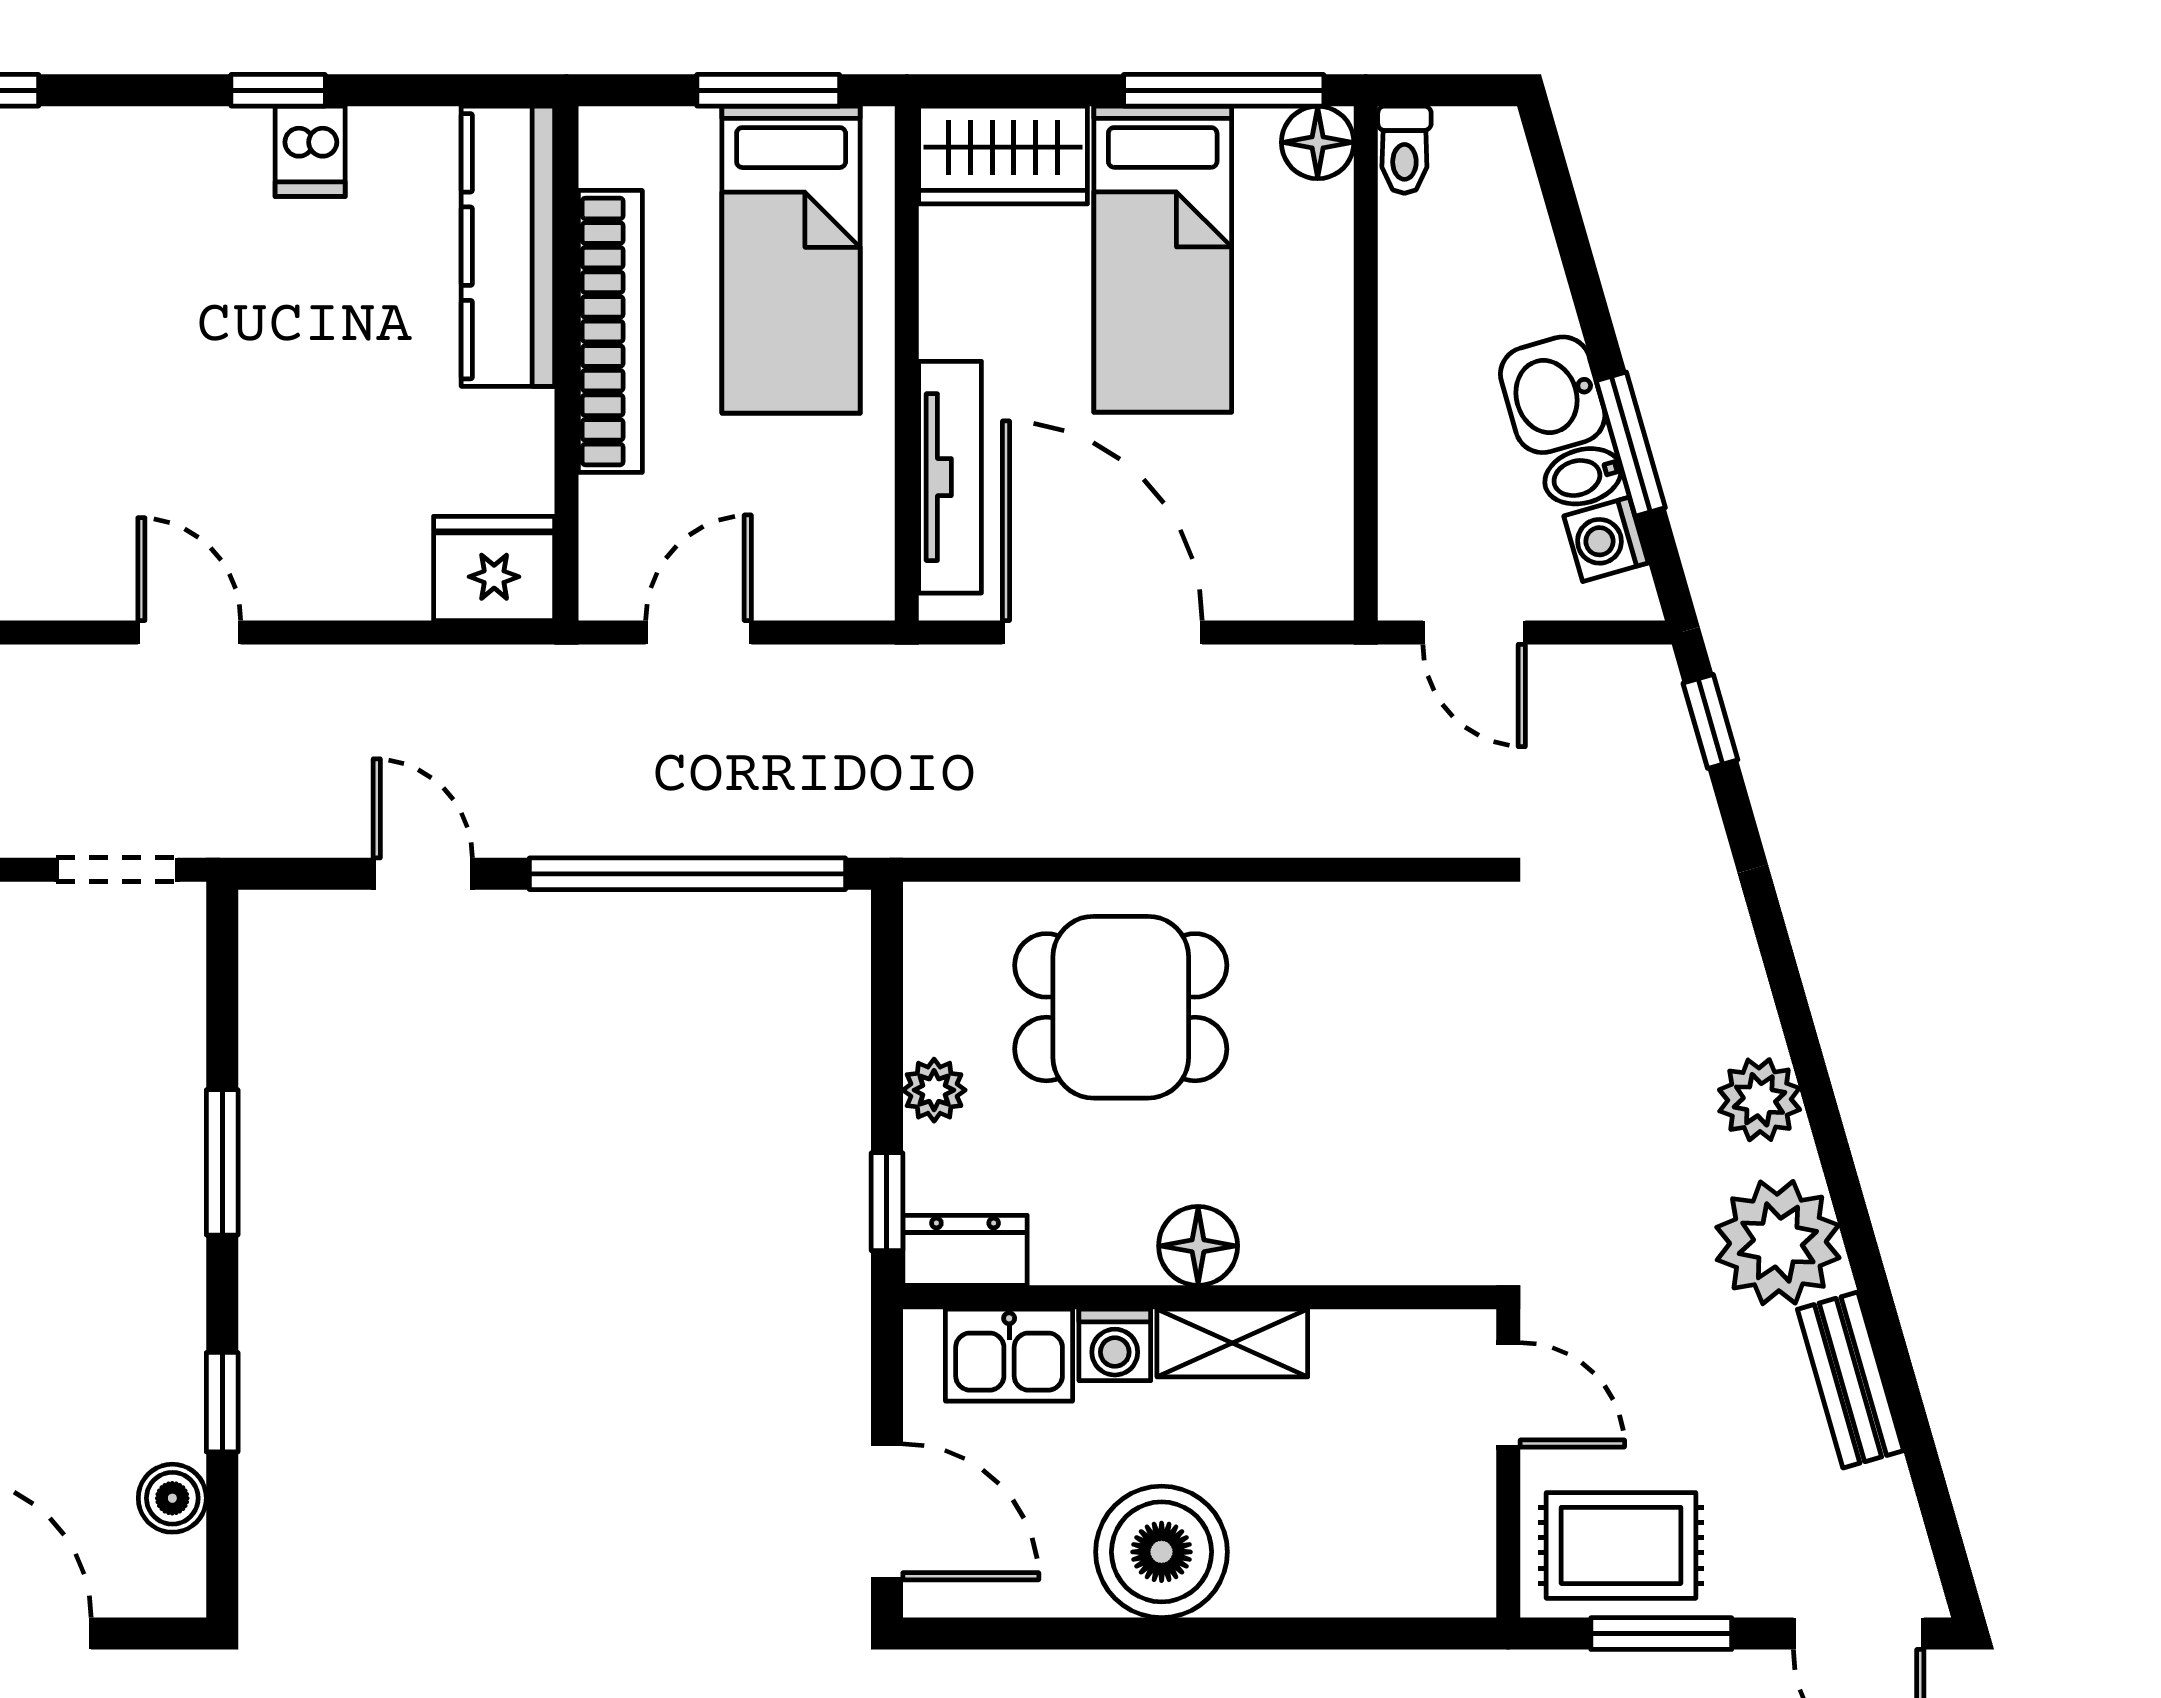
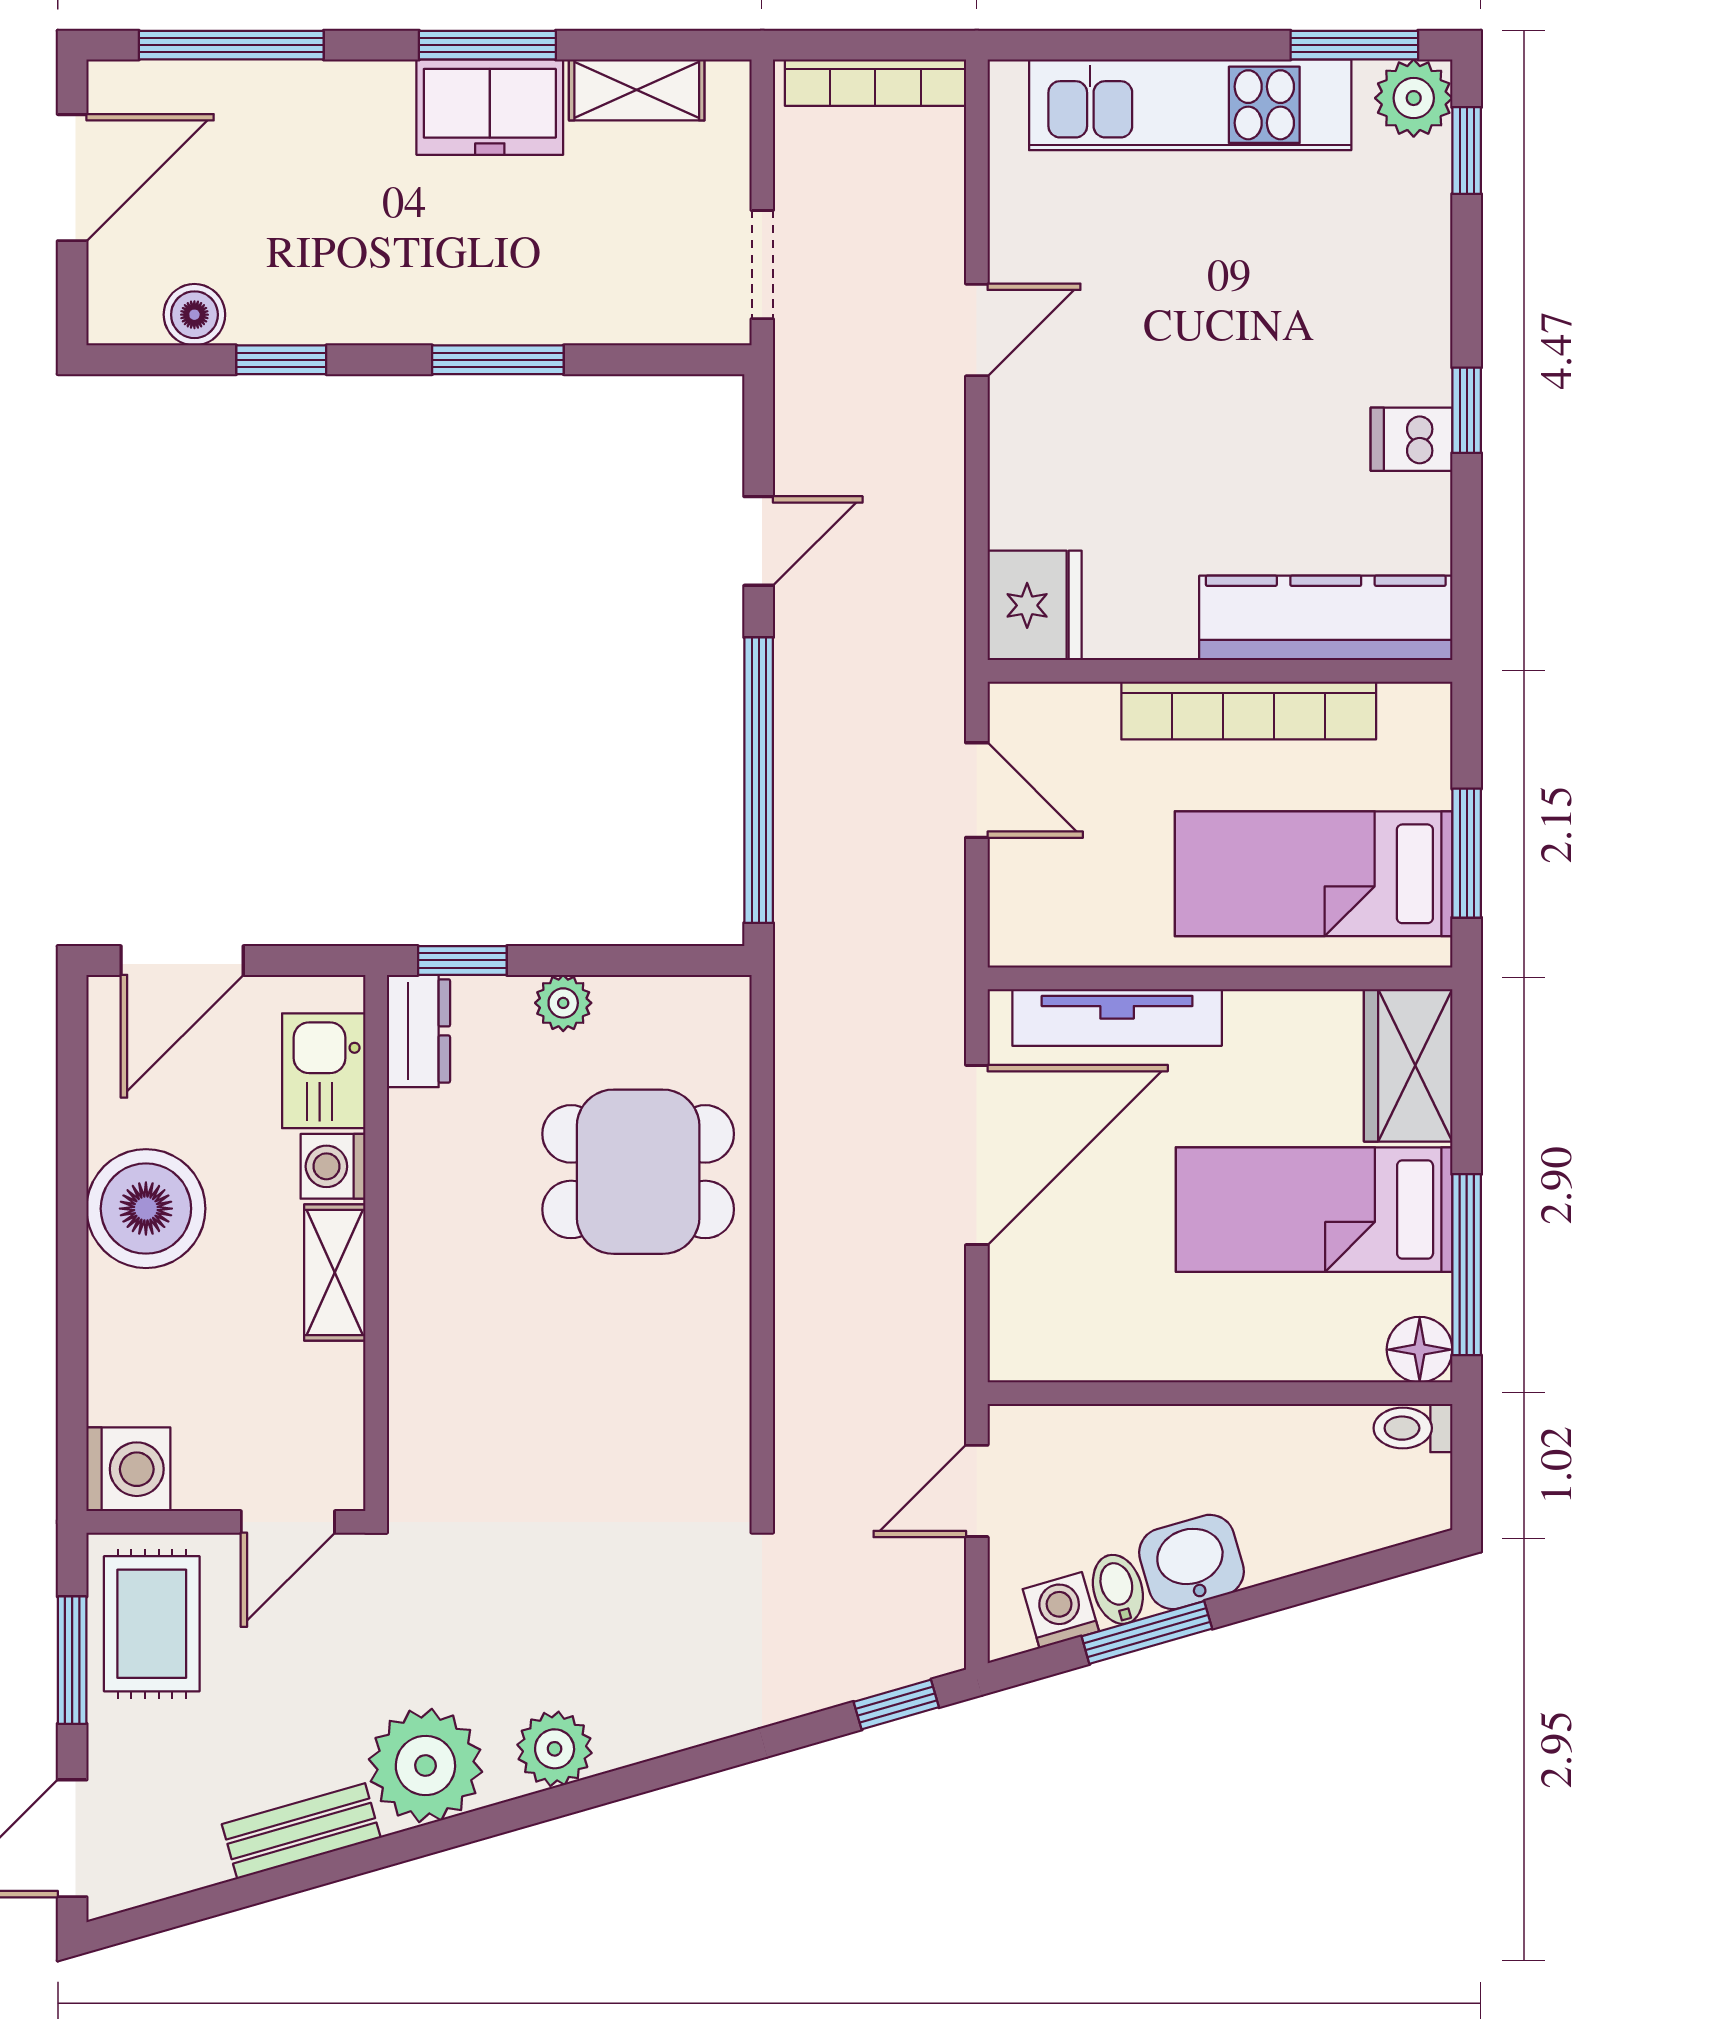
dining table: (1121, 1007) -> (638, 1172), turned 90
floor lamp: (1198, 1246) -> (422, 1242), removed
washing machine: (1450, 1571) -> (128, 1469), added

